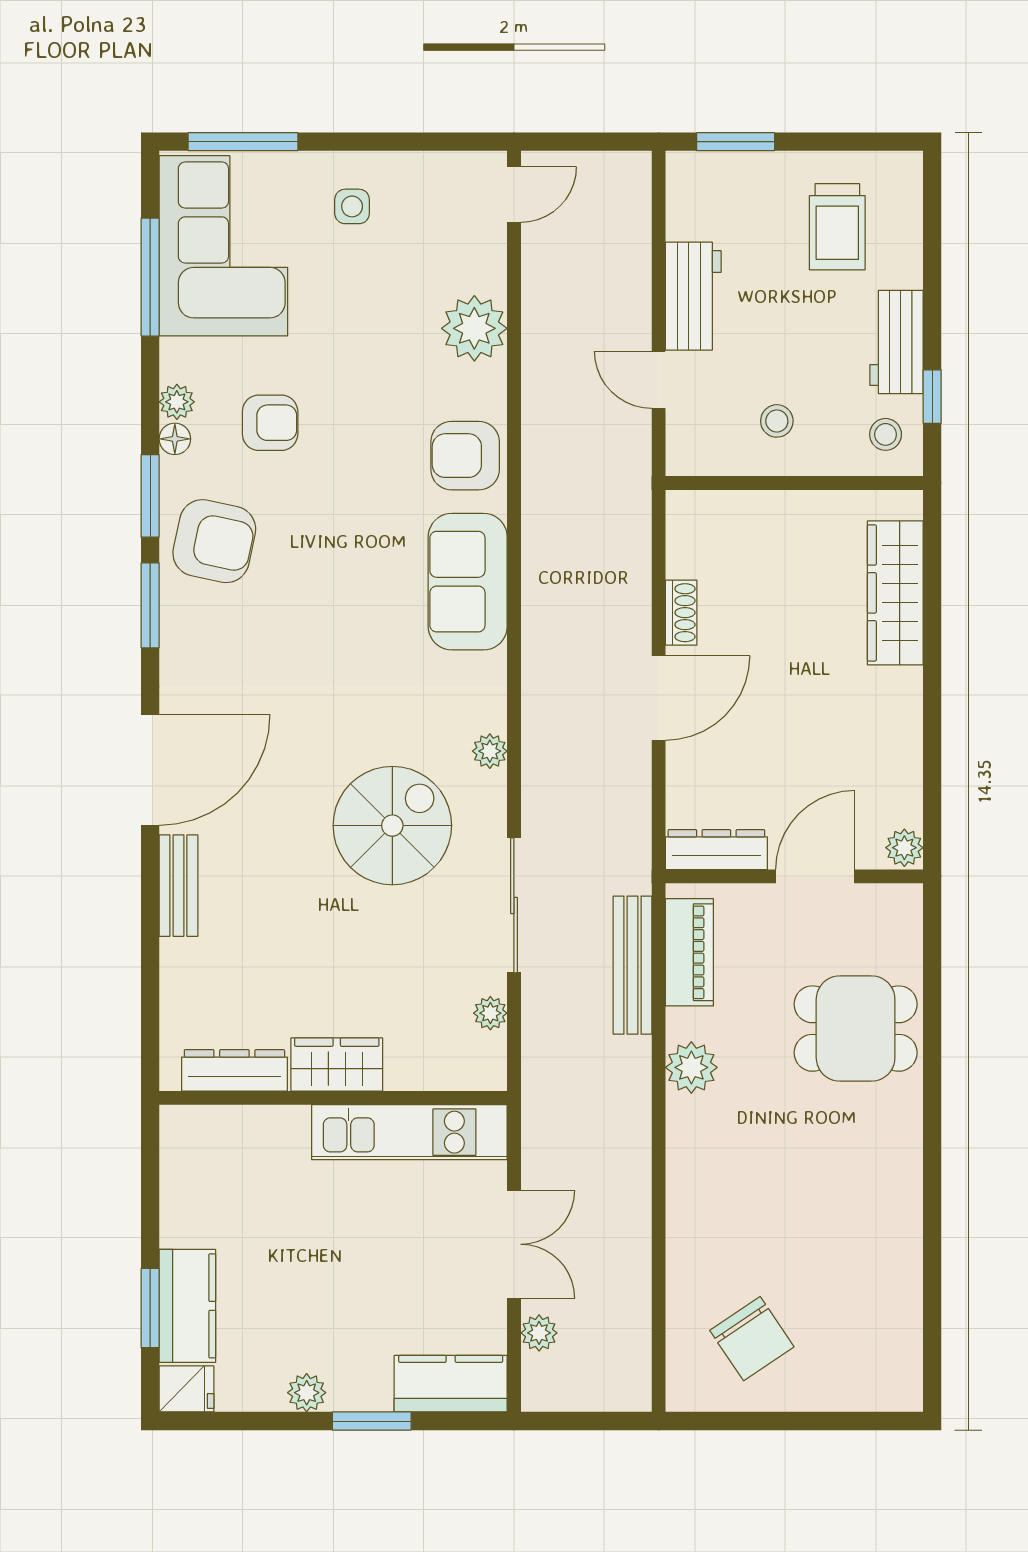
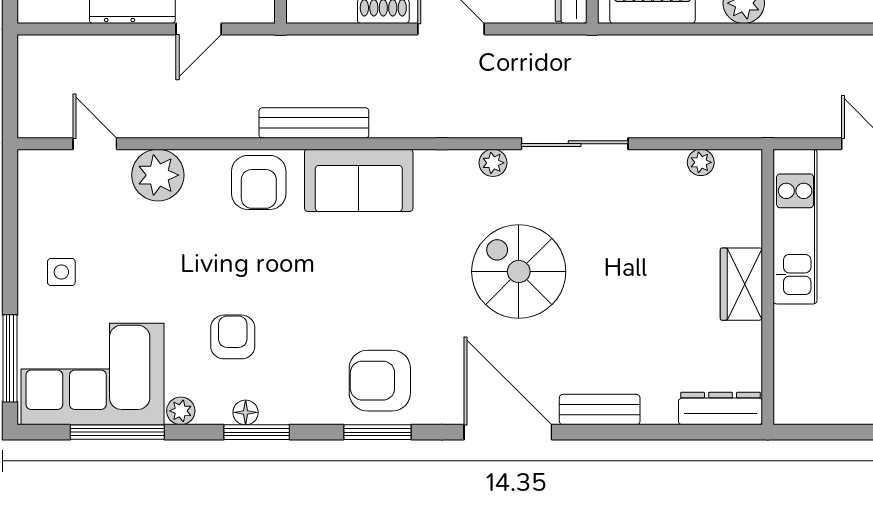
door: (514, 194) -> (95, 144), moved
plant: (177, 402) -> (181, 411), moved
window: (150, 496) -> (257, 432), moved
armchair: (214, 541) -> (380, 381), moved, turned -102
spiral stairs: (392, 826) -> (519, 271), moved
sliding door: (514, 905) -> (575, 144), moved
bench: (633, 965) -> (314, 123), moved
dresser: (234, 1070) -> (720, 409), moved, turned 90

